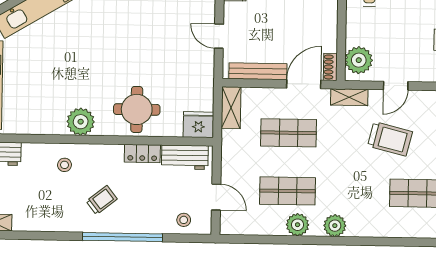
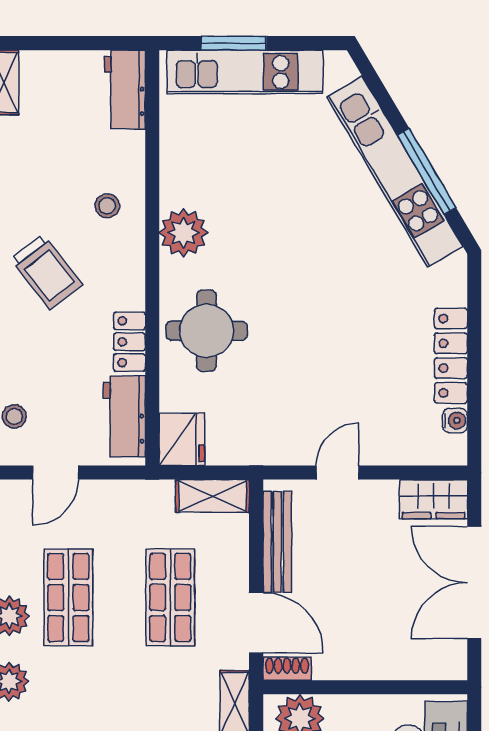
trolley: (102, 200) -> (47, 272), width x1.36, depth x1.39

